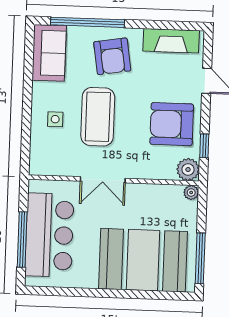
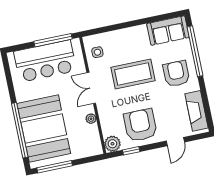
armchair: (112, 56) -> (176, 74), turned 99
side table: (55, 119) -> (97, 52), moved
plant: (191, 192) -> (91, 119), moved
window: (22, 239) -> (53, 40), moved
window: (137, 294) -> (20, 130), added

